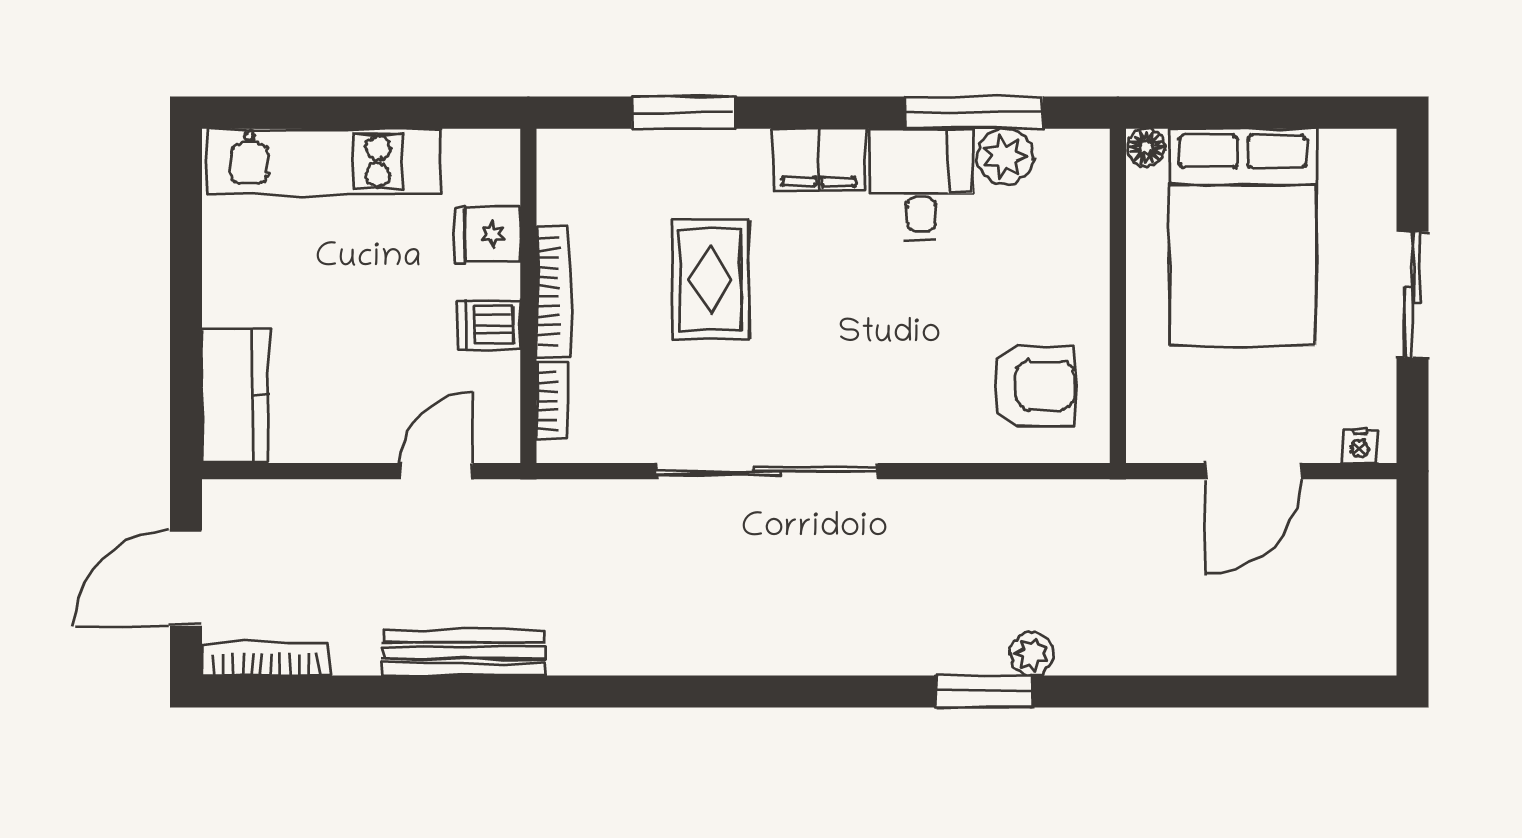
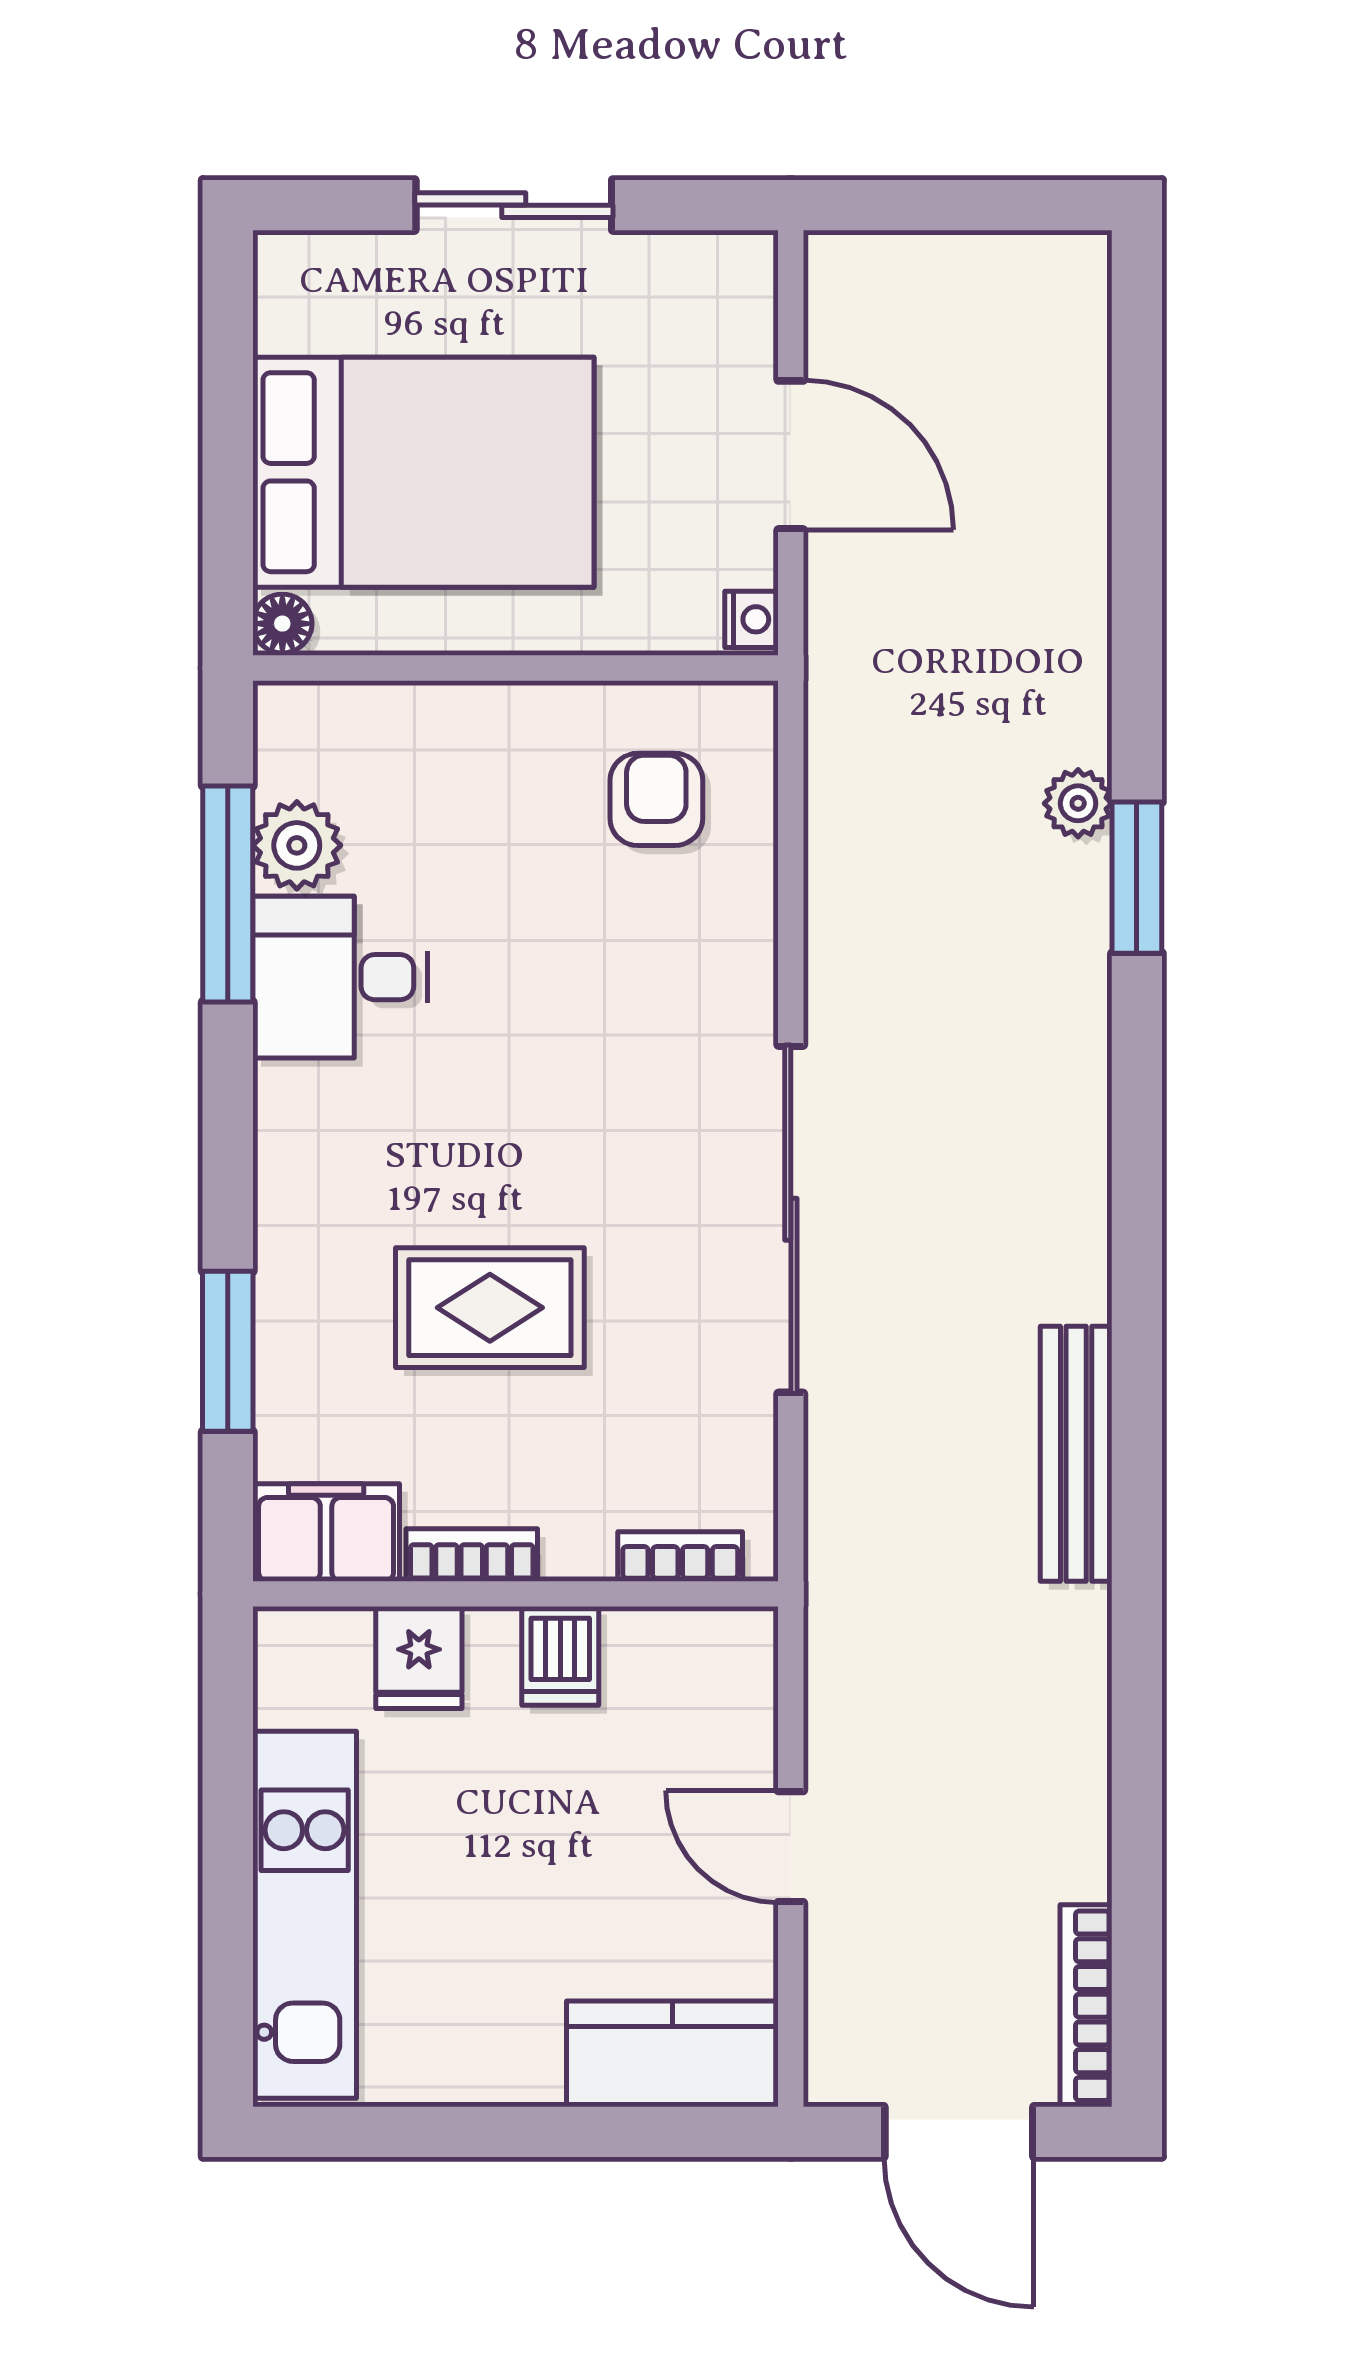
filing cabinet: (819, 160) -> (326, 1532), moved, turned -90
bookcase: (553, 291) -> (472, 1555), width x0.64
armchair: (1034, 386) -> (656, 799), width x0.72, depth x0.72
nightstand: (1360, 446) -> (752, 619), moved
door: (437, 471) -> (791, 1847), moved
bench: (464, 653) -> (1076, 1454), moved

